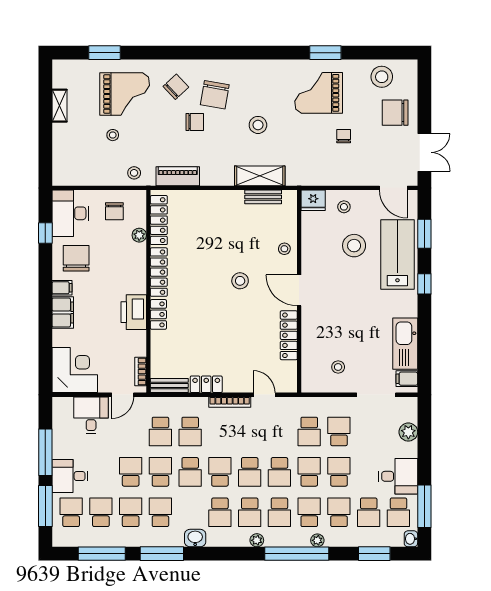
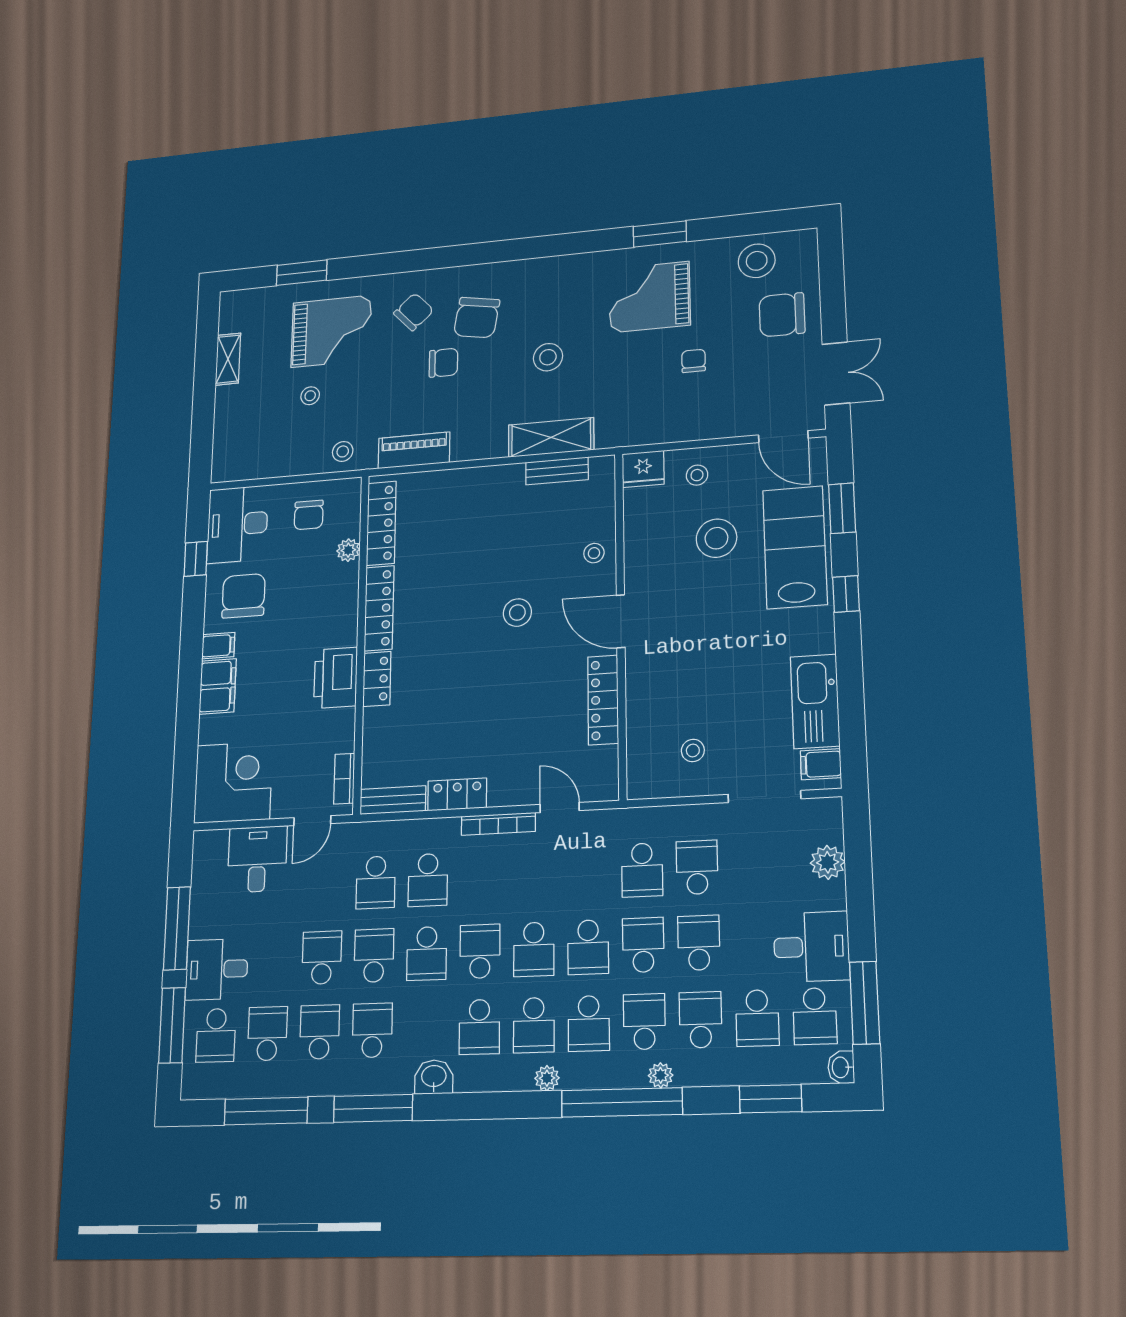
school desk: (71, 512) -> (216, 1035), turned 180

